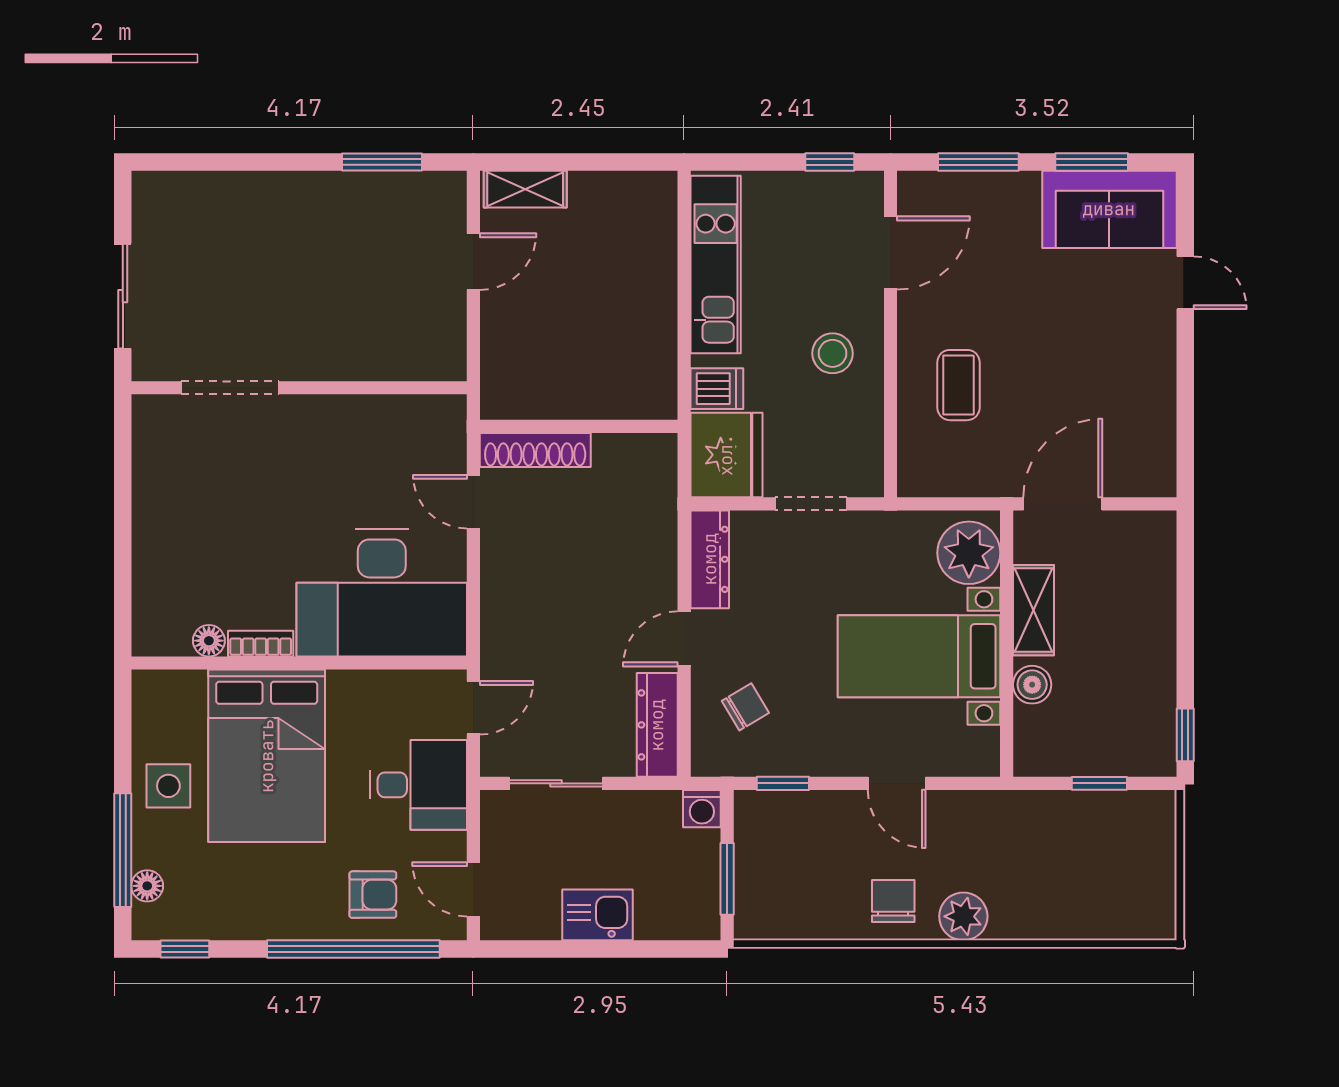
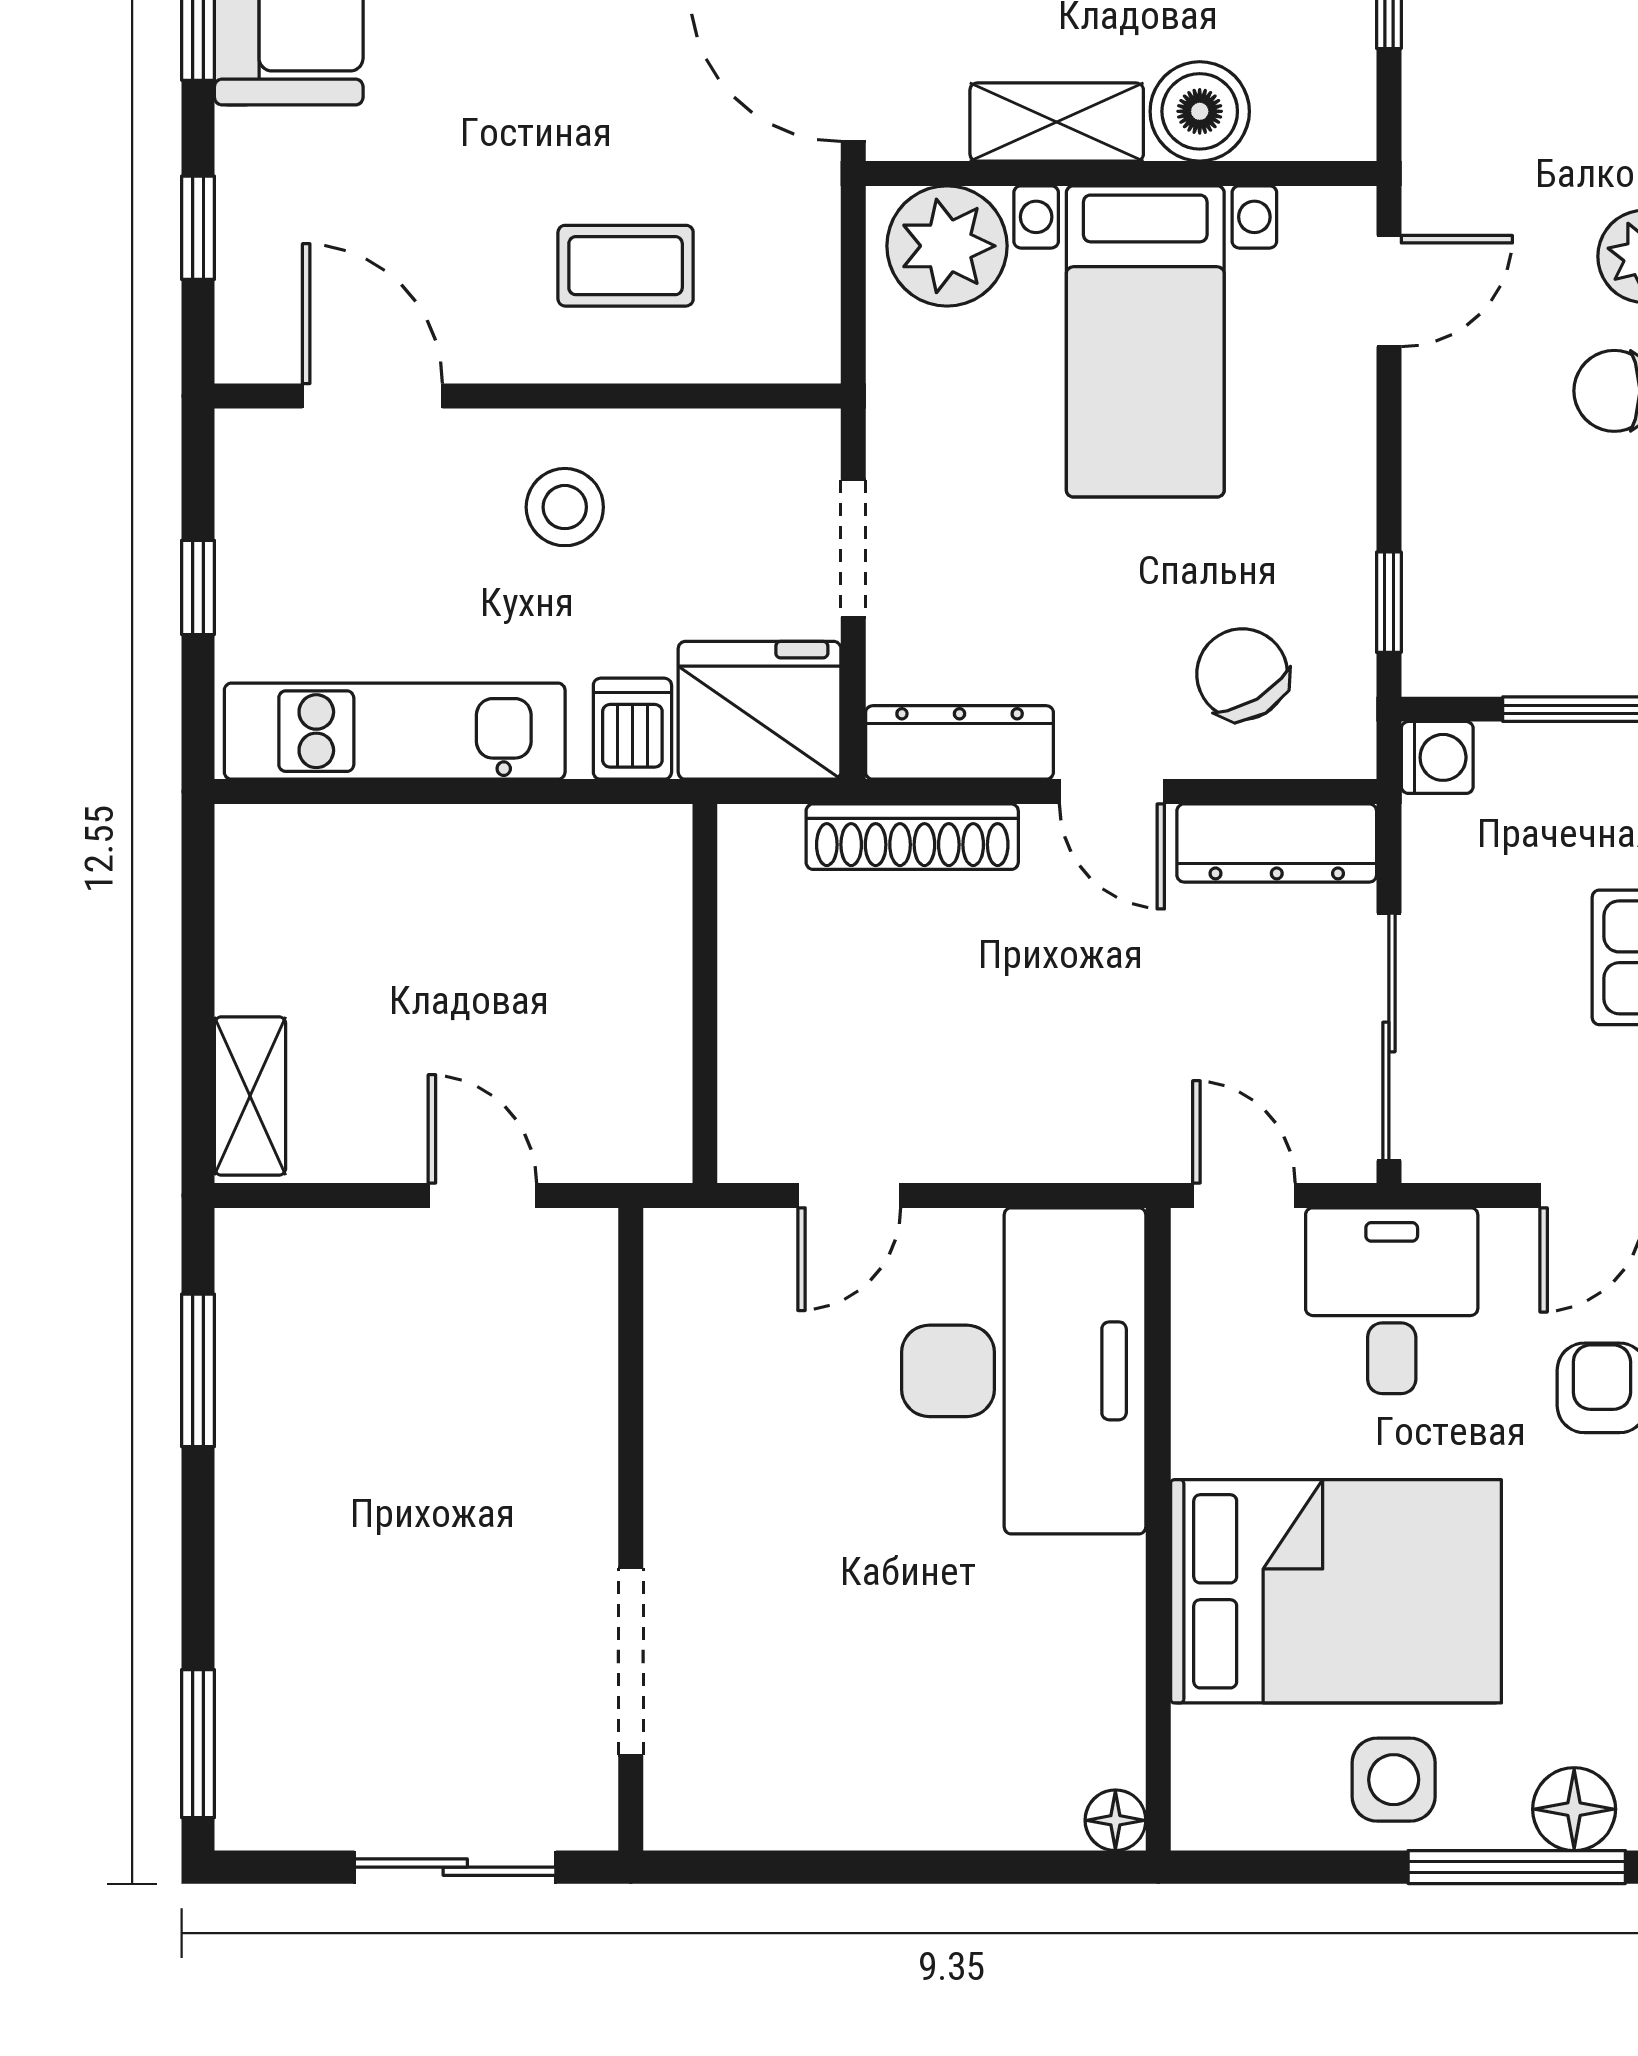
window: (187, 162) -> (198, 1744), added
window: (830, 162) -> (198, 587), moved
window: (978, 162) -> (198, 228), width x0.67
door: (473, 262) -> (482, 1195), moved
shoe rack: (535, 450) -> (912, 837), moved, turned 90
floor lamp: (209, 641) -> (1115, 1820), moved
bookcase: (261, 644) -> (1121, 1603), removed
boiler: (1032, 685) -> (1200, 111), width x1.36, depth x1.36
chair: (745, 707) -> (1242, 674), width x1.37, depth x1.37
sliding door: (556, 783) -> (1389, 1037), width x1.37
door: (897, 783) -> (1389, 291), moved
floor lamp: (147, 886) -> (1574, 1809), width x1.37, depth x1.37

